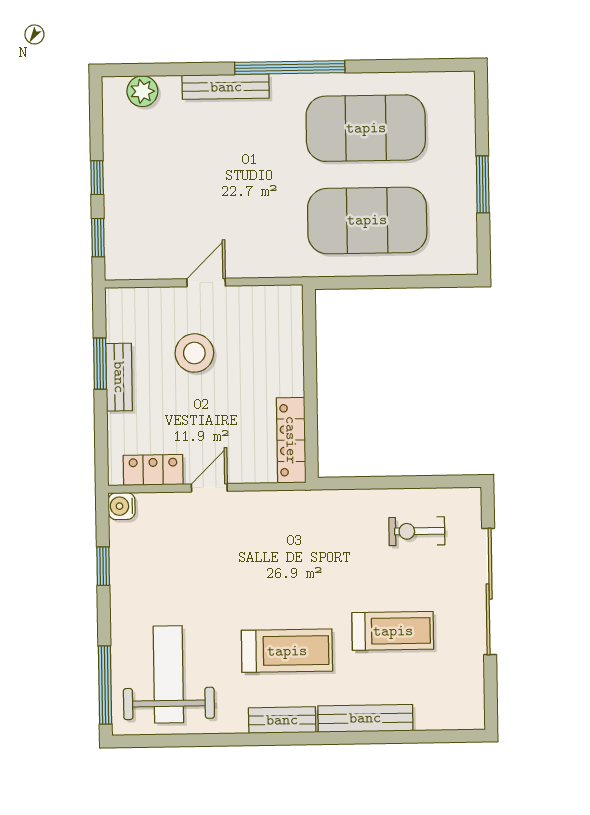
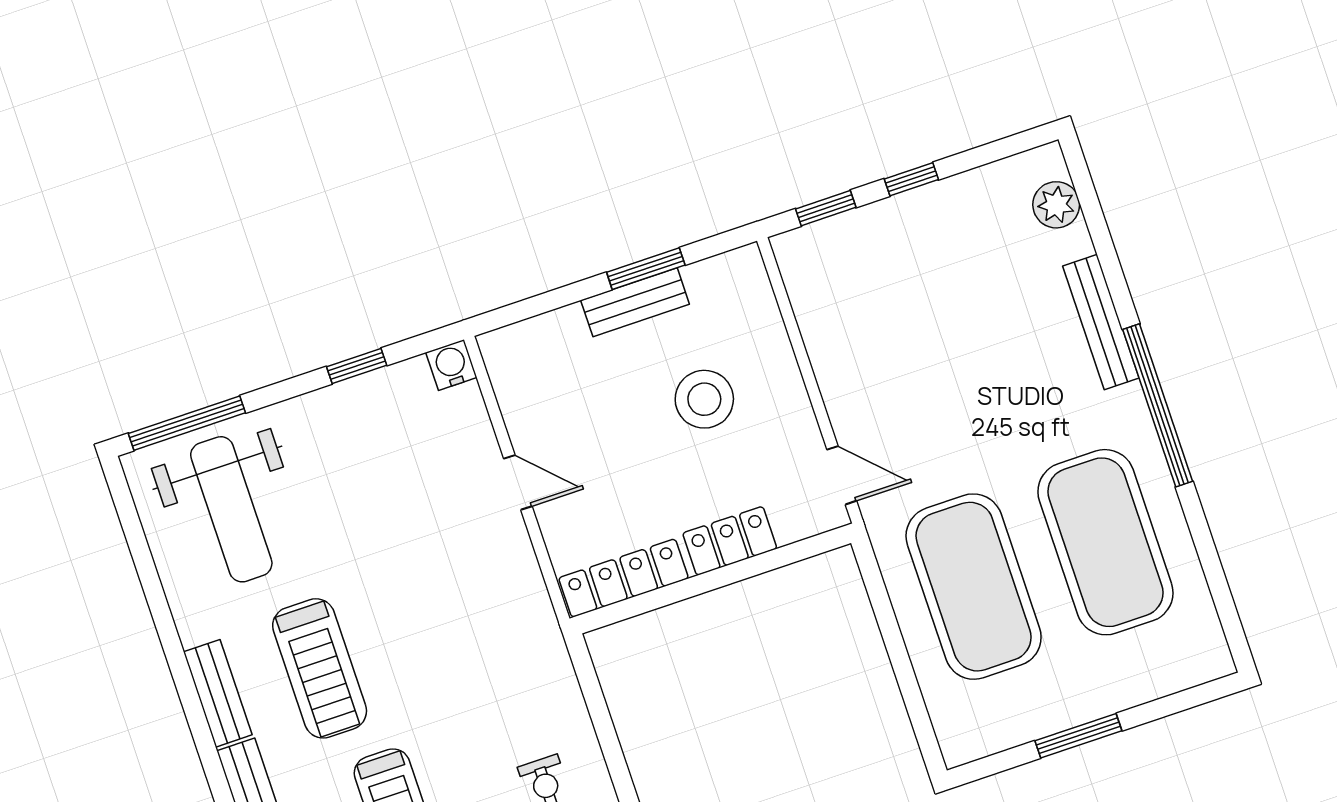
door: (206, 282) -> (842, 475), moved
locker: (153, 470) -> (730, 541), moved, turned -90
weight bench: (168, 674) -> (231, 509), turned 90

